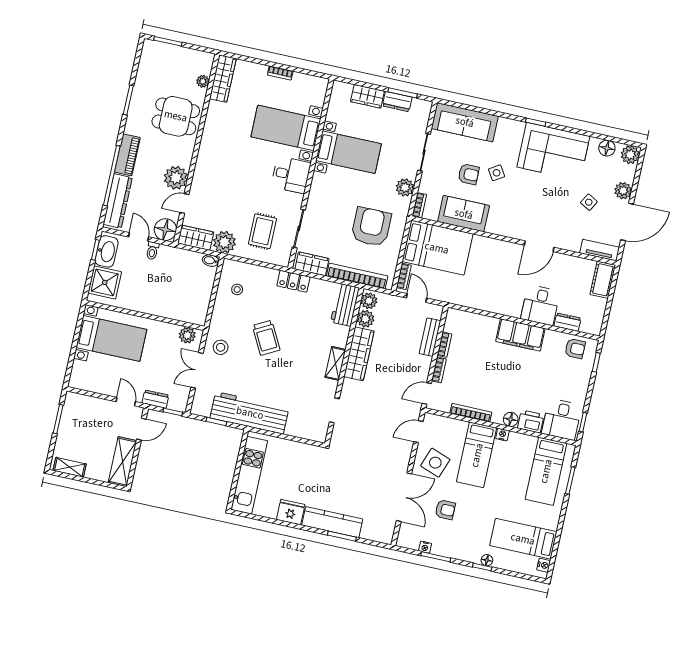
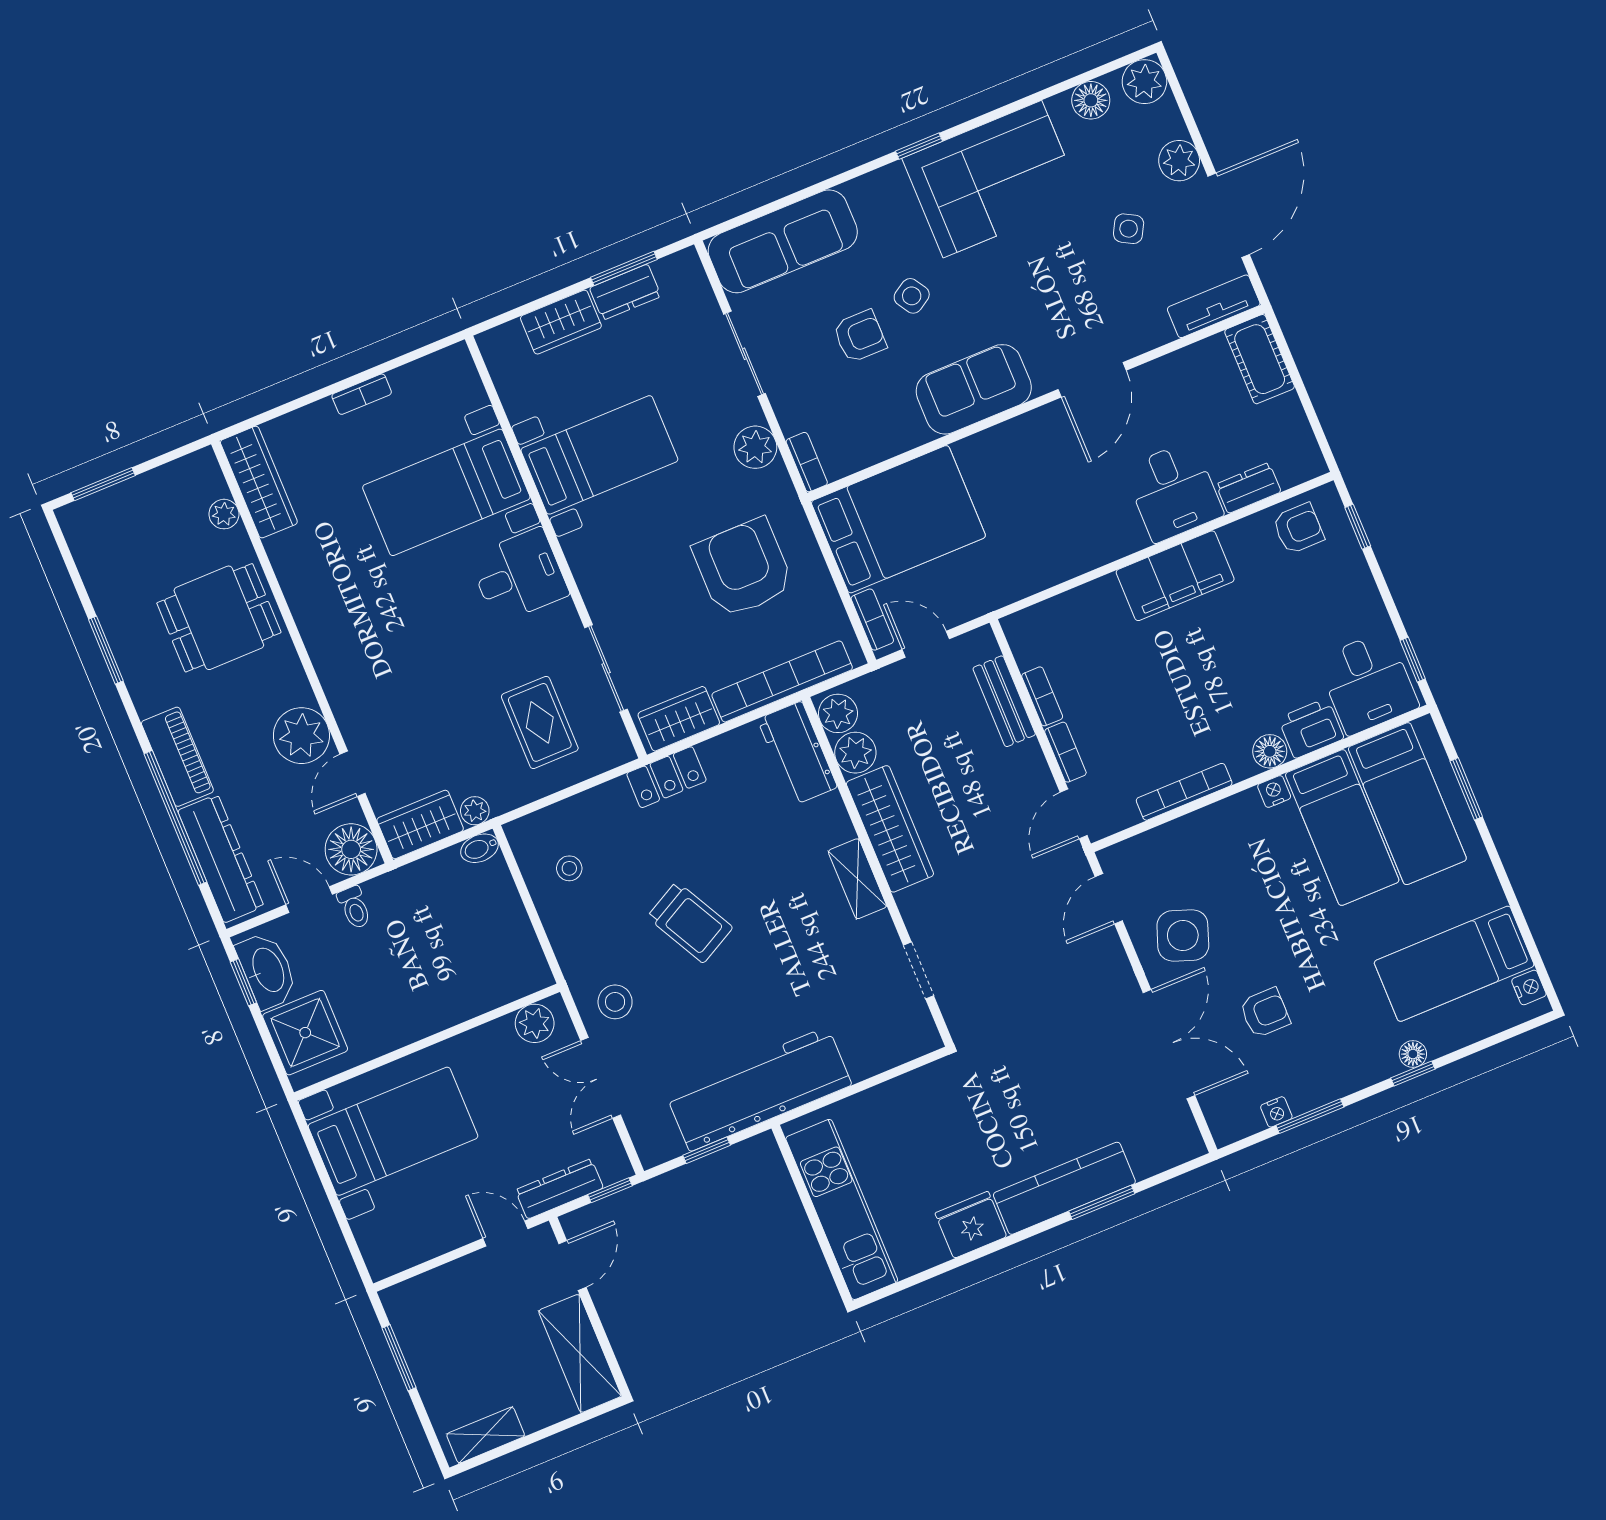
sofa: (464, 214) -> (974, 389), moved
plant: (224, 242) -> (475, 811), width x0.53, depth x0.53
dresser: (155, 399) -> (559, 1189), width x1.44
bed: (477, 455) -> (1342, 827), moved

